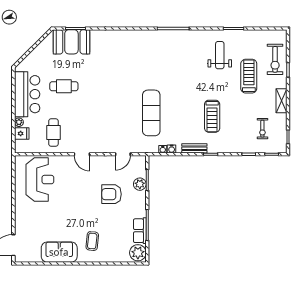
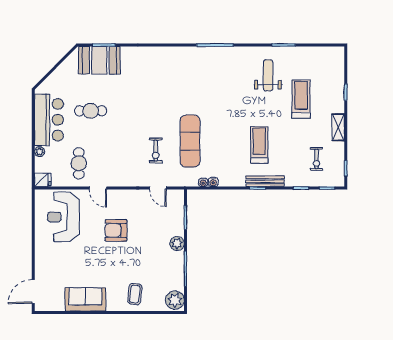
exercise bike: (275, 59) -> (156, 151), moved, width x0.73, depth x0.72
treadmill: (212, 116) -> (259, 145), turned 180
fridge: (22, 133) -> (43, 180), moved
bench: (194, 148) -> (265, 181), moved, width x1.36
door: (82, 154) -> (98, 188), moved
door: (123, 154) -> (158, 188), hinge flipped
reception desk: (40, 180) -> (63, 217), turned 180
plant: (140, 184) -> (177, 244), moved
armchair: (112, 194) -> (116, 230), moved
row of seats: (140, 231) -> (177, 275), removed
coffee table: (92, 241) -> (135, 294), moved

